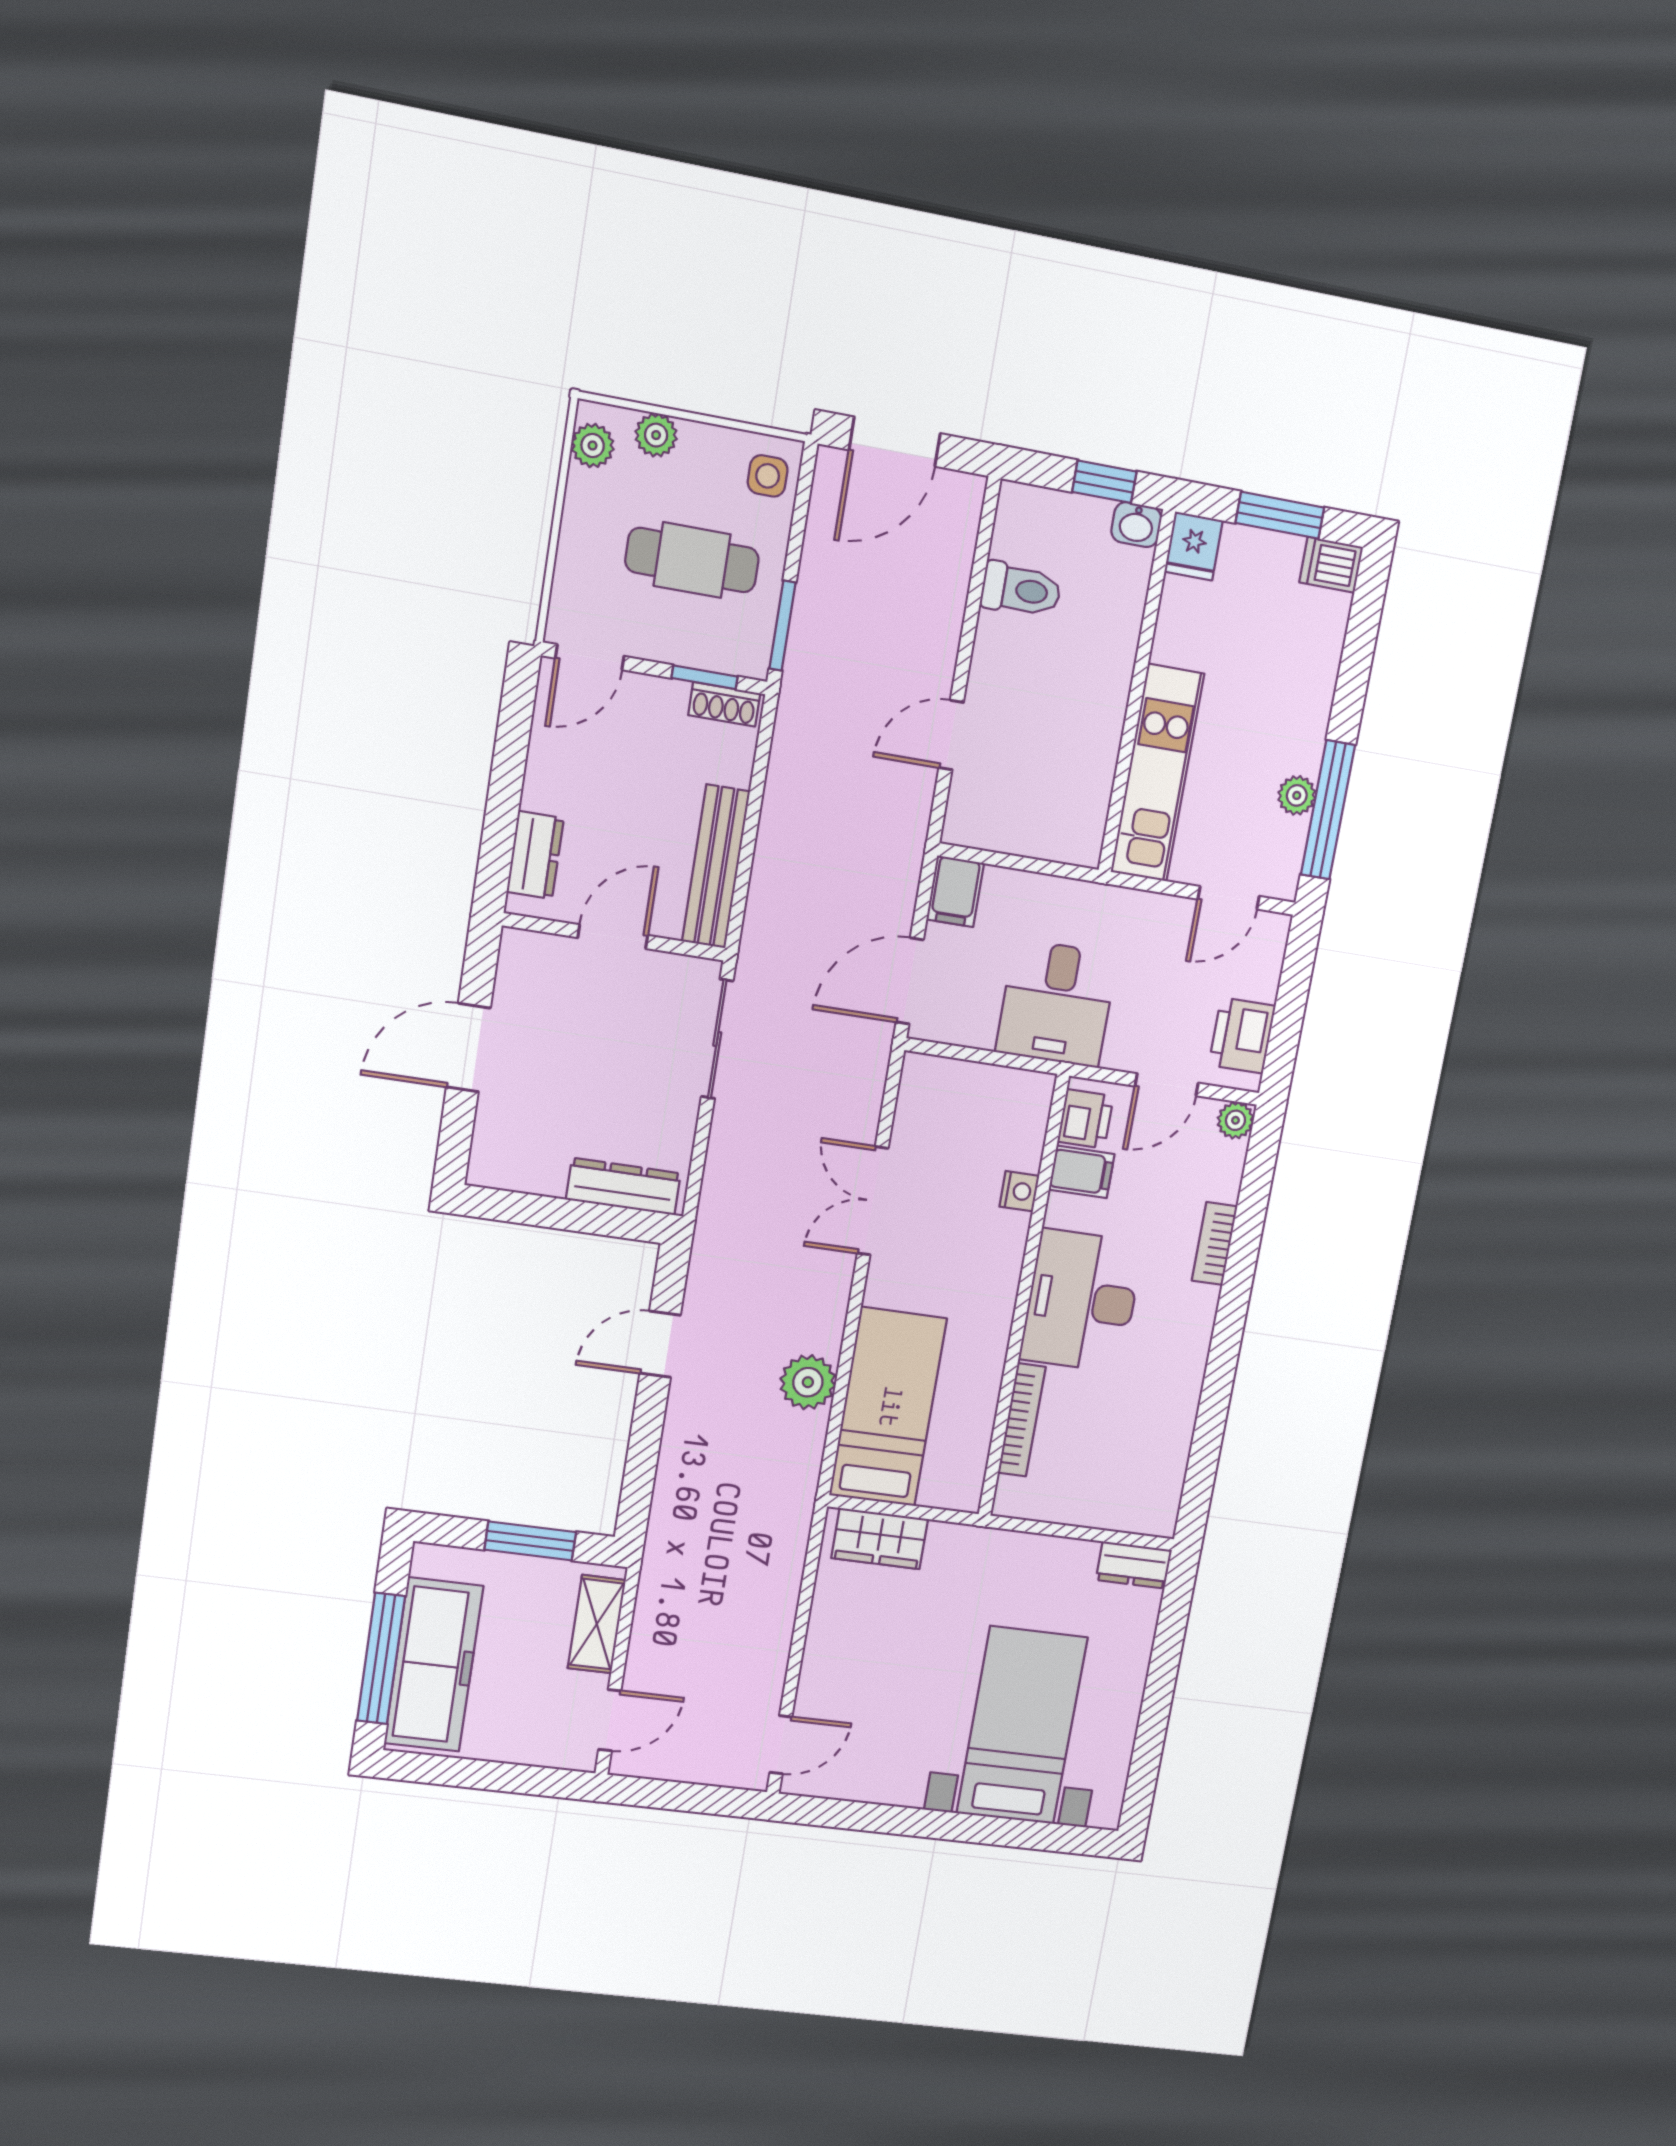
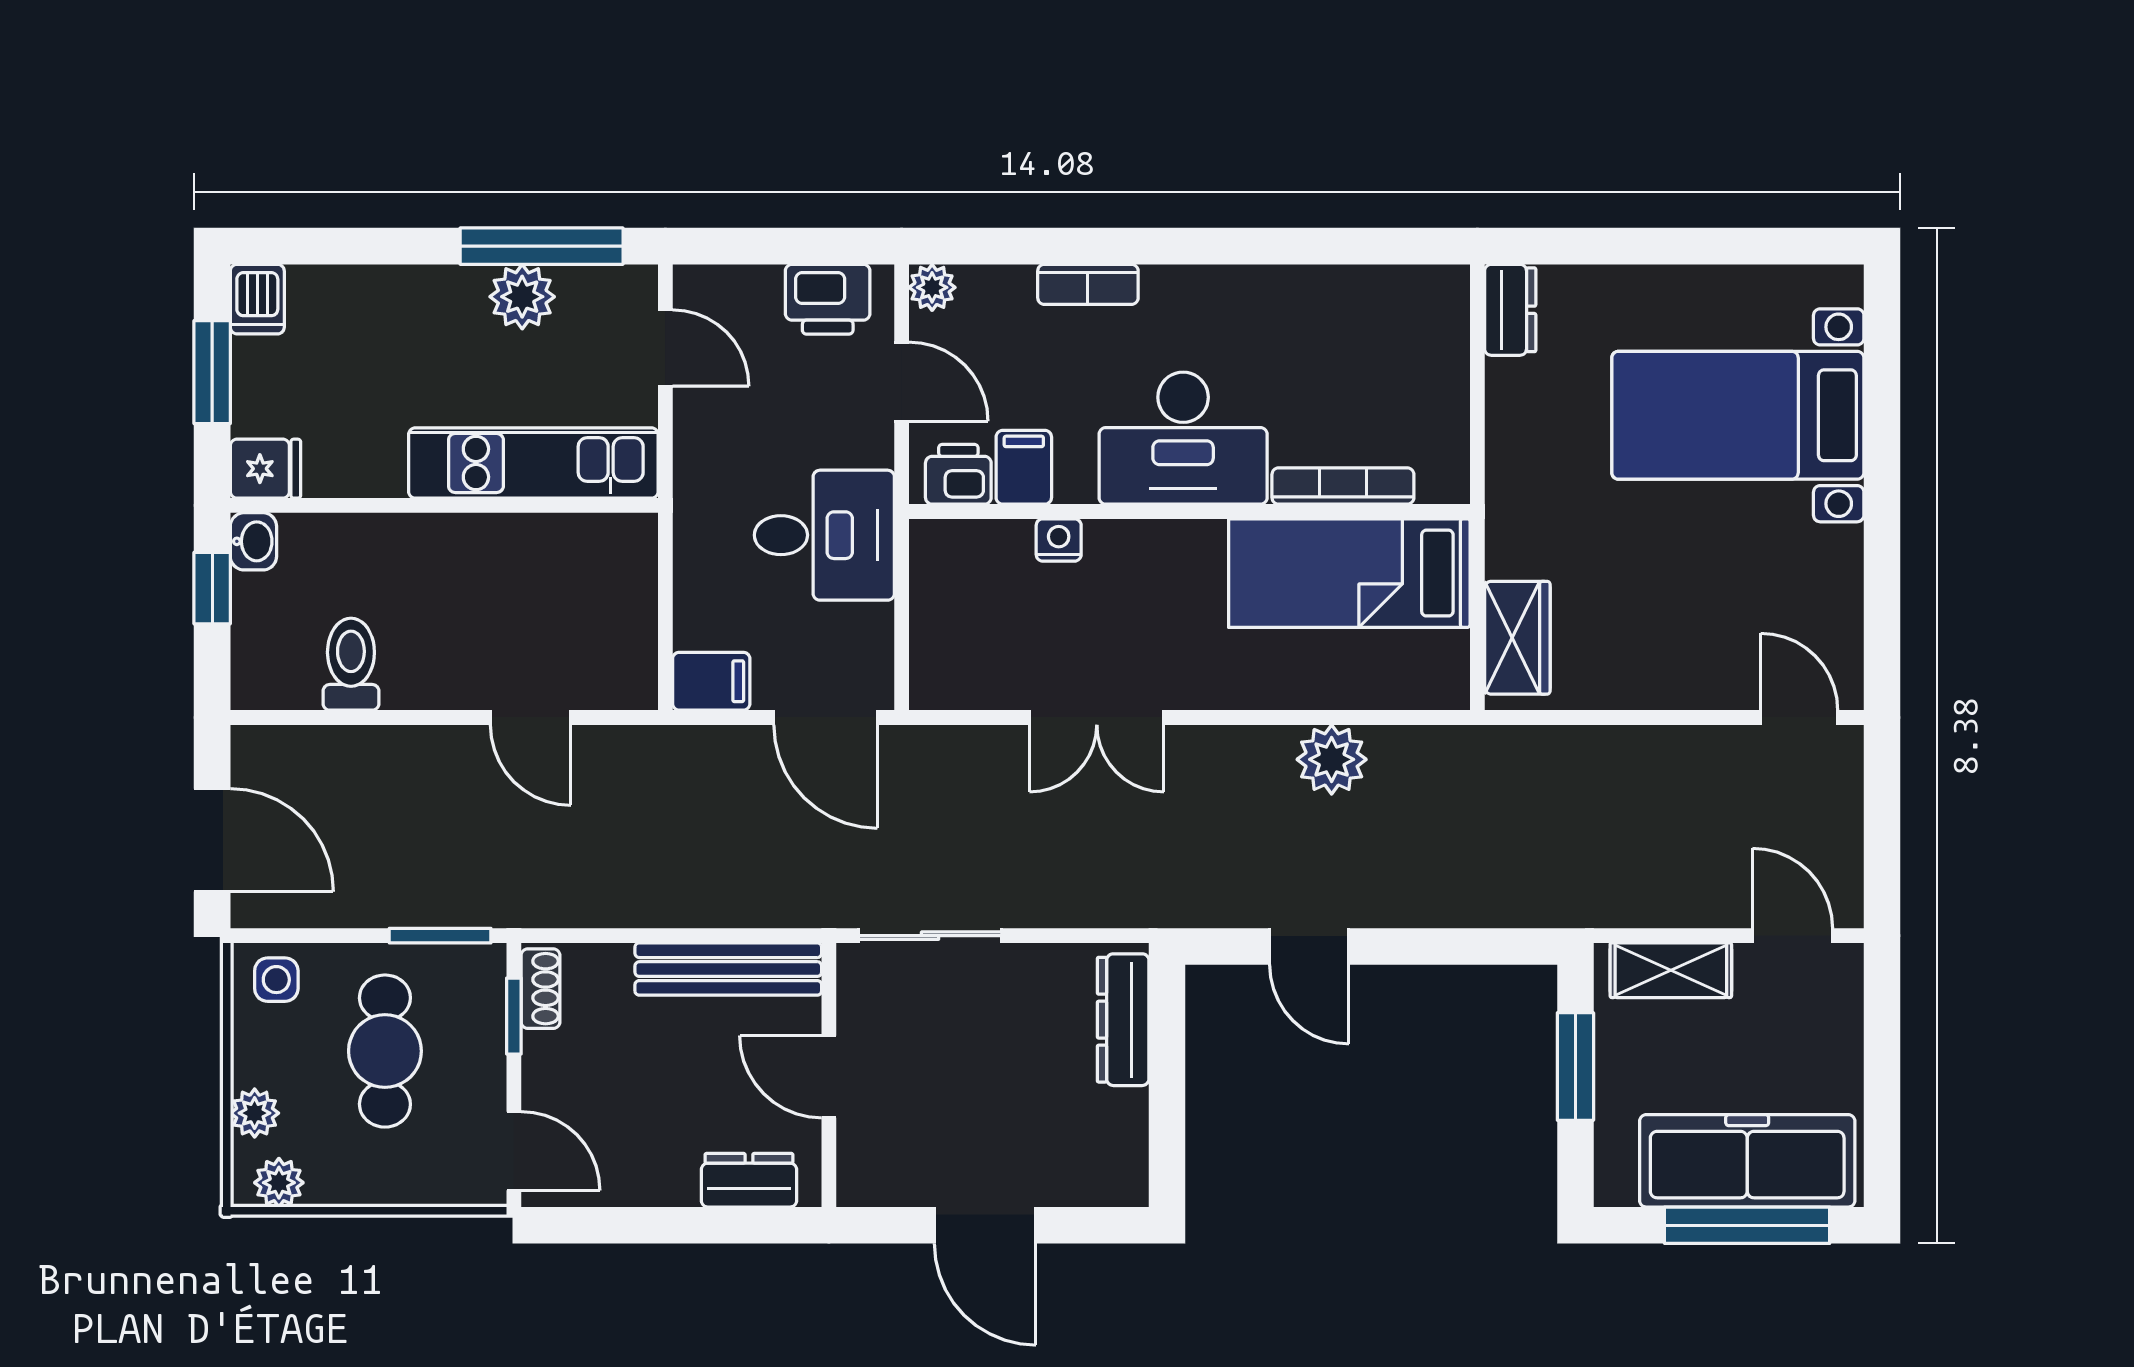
plant: (1297, 795) -> (522, 297), width x1.38, depth x1.38
bed: (888, 1407) -> (1349, 573), moved

